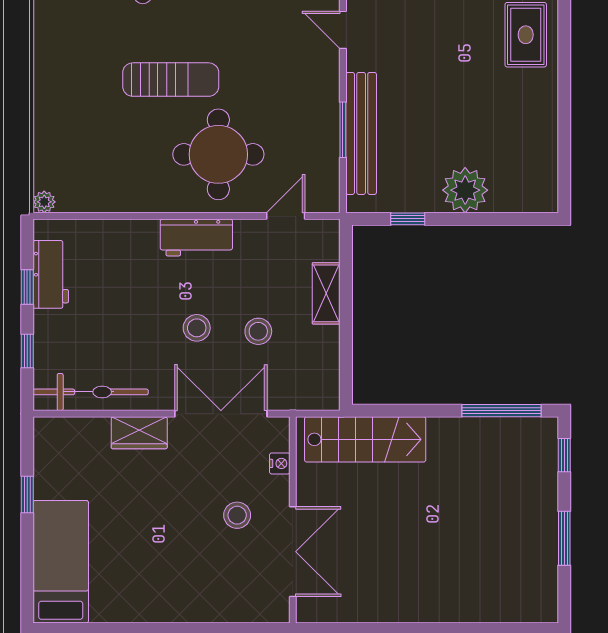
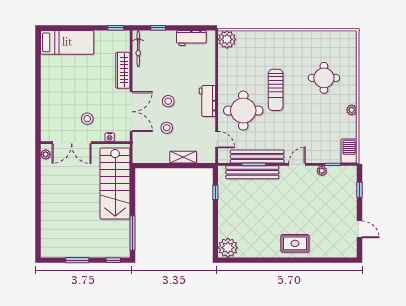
bench: (325, 122) -> (257, 156), added
plant: (465, 190) -> (228, 248), moved
plant: (44, 202) -> (227, 39), width x1.88, depth x1.88
window: (27, 287) -> (186, 28), removed
bicycle: (91, 392) -> (138, 49), width x0.73, depth x0.71
wardrobe: (139, 433) -> (123, 70), width x1.50
stairs: (365, 439) -> (115, 184), width x1.36, depth x1.51
window: (27, 495) -> (116, 28), moved
plant: (320, 611) -> (46, 154), added

